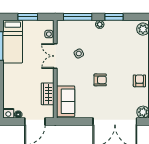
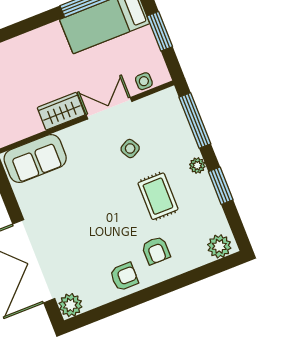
rug: (107, 49) -> (158, 196), added
armchair: (100, 80) -> (156, 250), moved
wardrobe: (48, 94) -> (61, 111), moved

